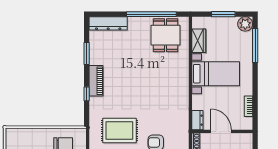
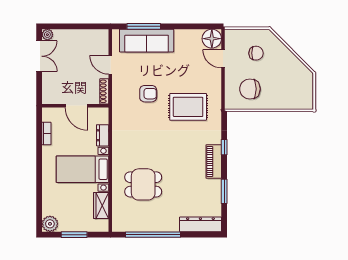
dining table: (165, 35) -> (143, 184), moved, turned 90
window: (255, 46) -> (39, 200), removed
dresser: (197, 120) -> (103, 135), moved

